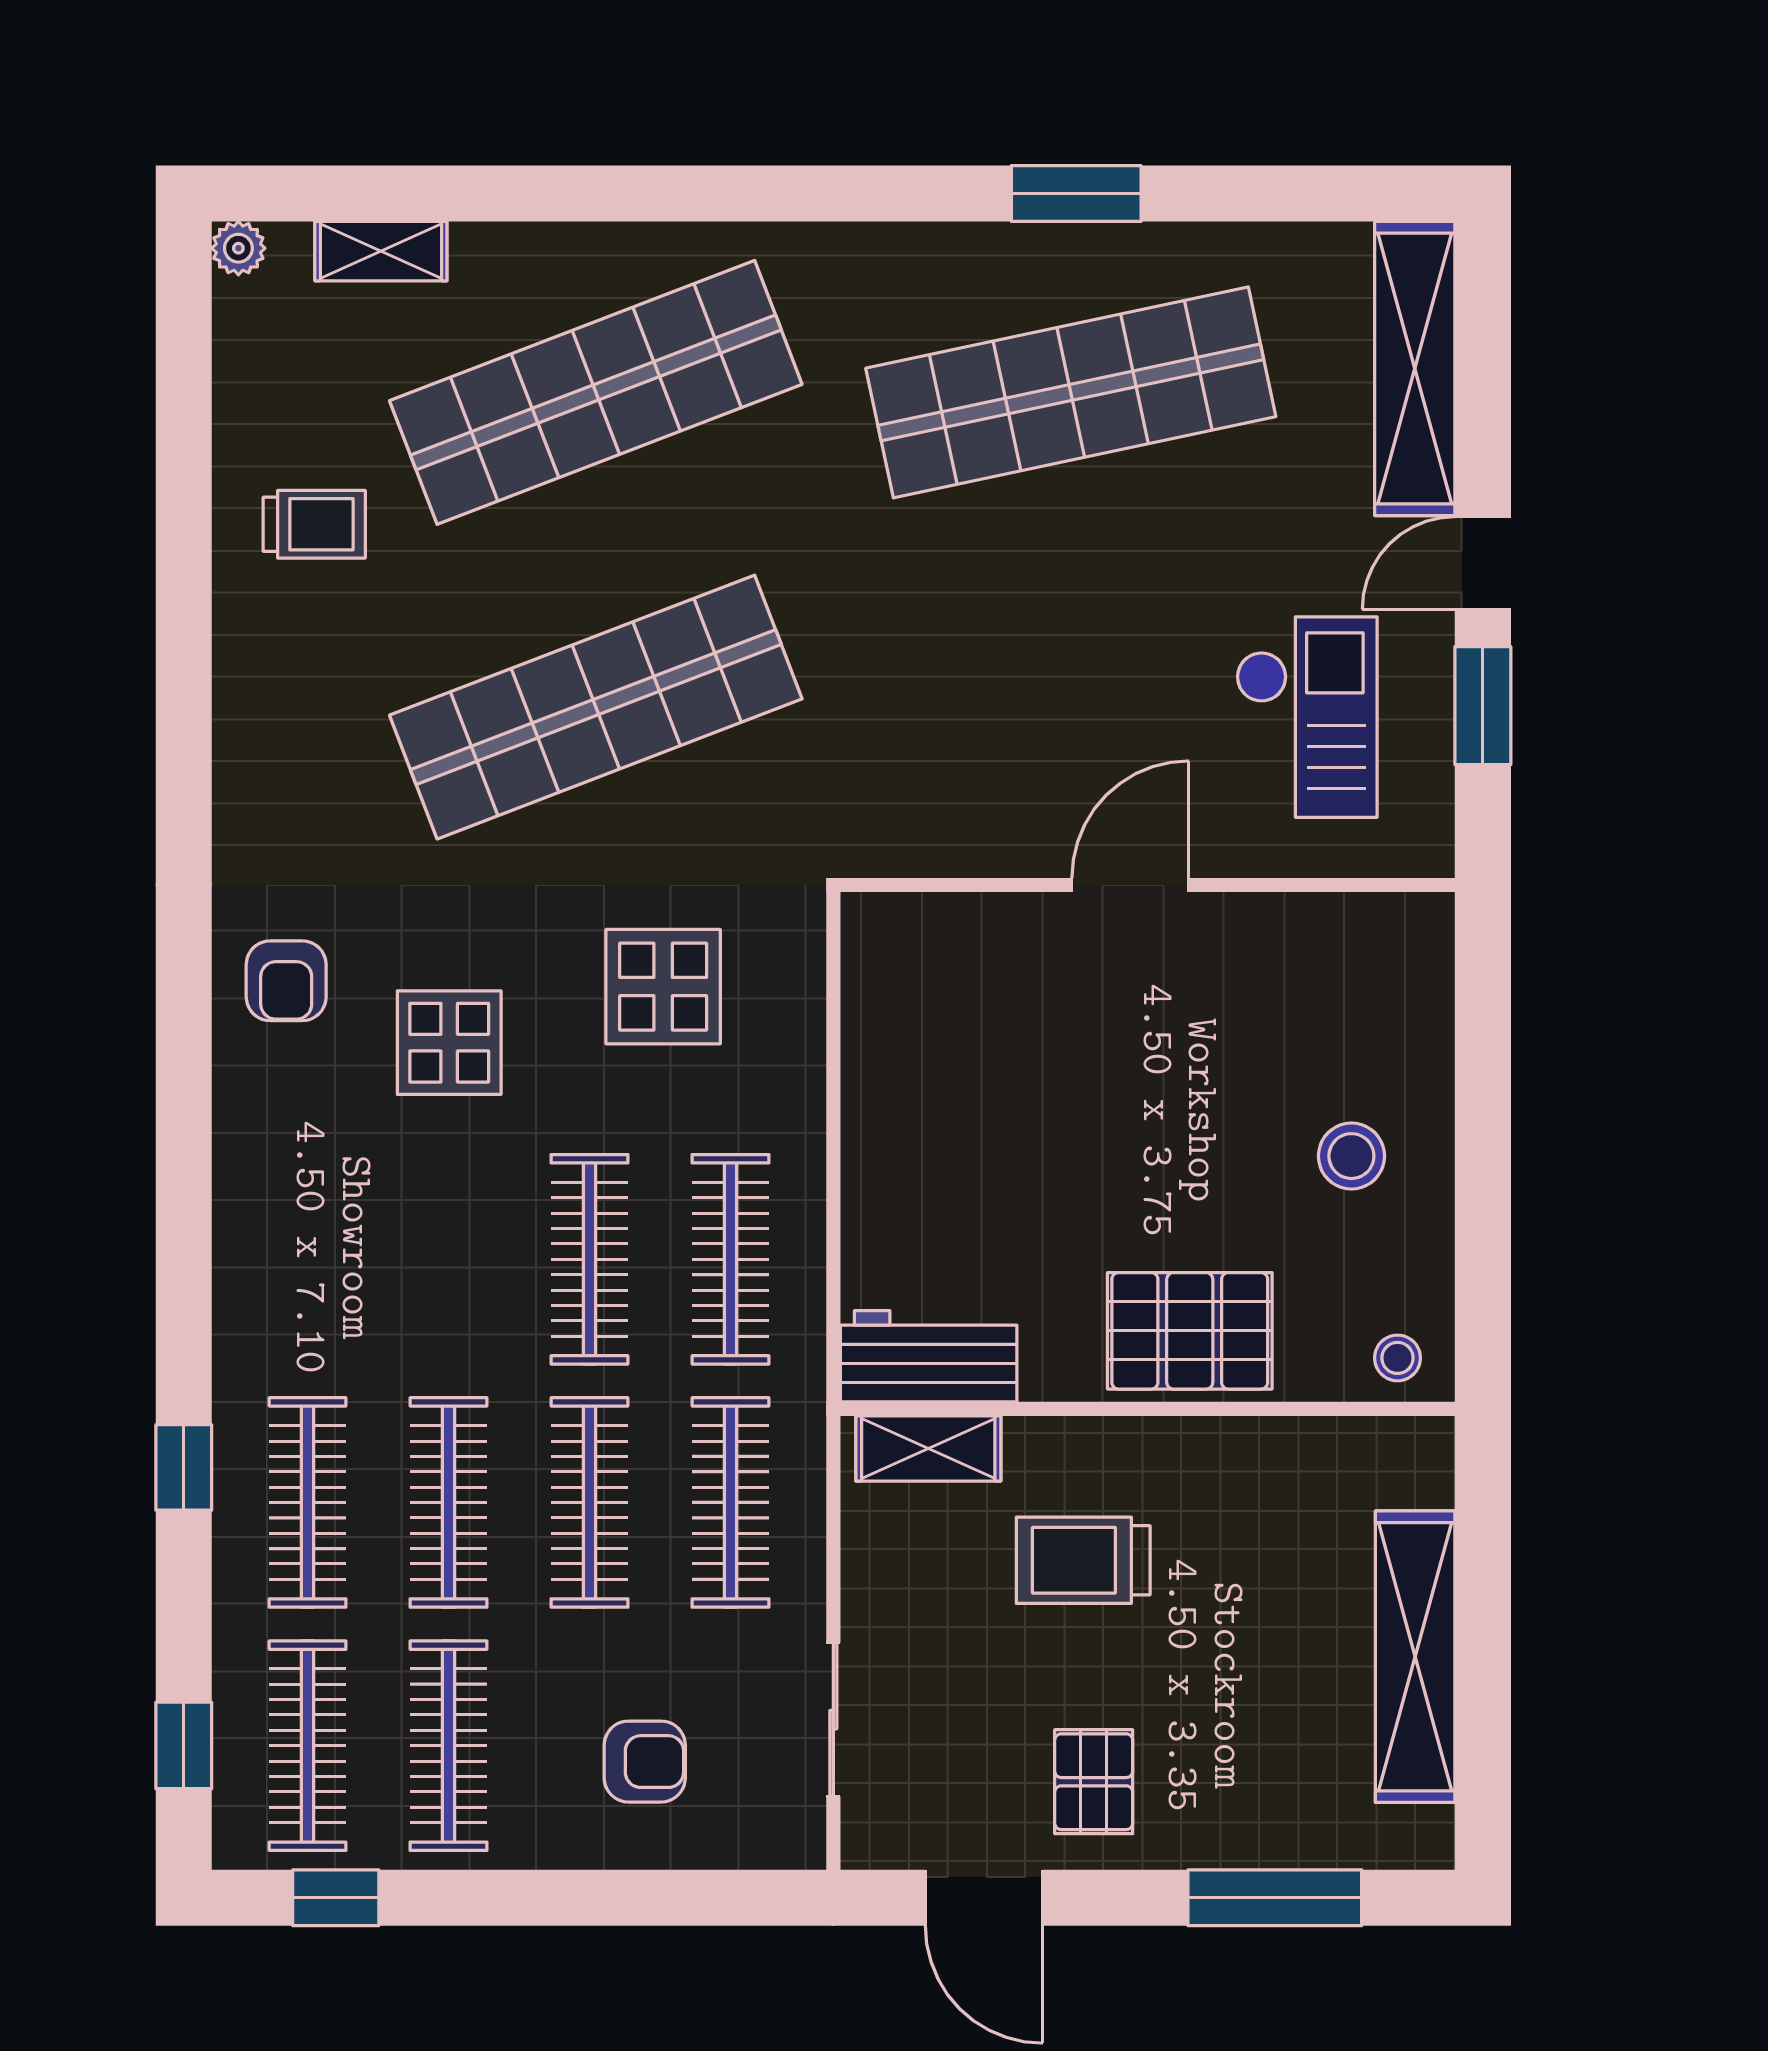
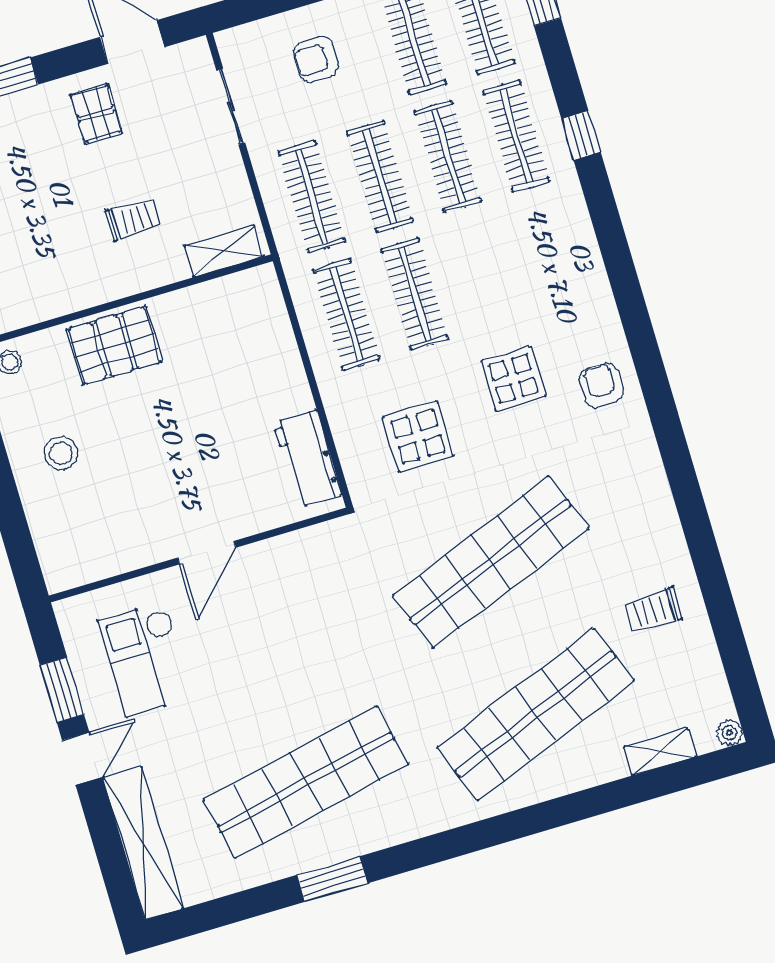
workbench: (929, 1356) -> (308, 459), moved, turned 90
trolley: (1083, 1560) -> (133, 219), width x0.73, depth x0.72

